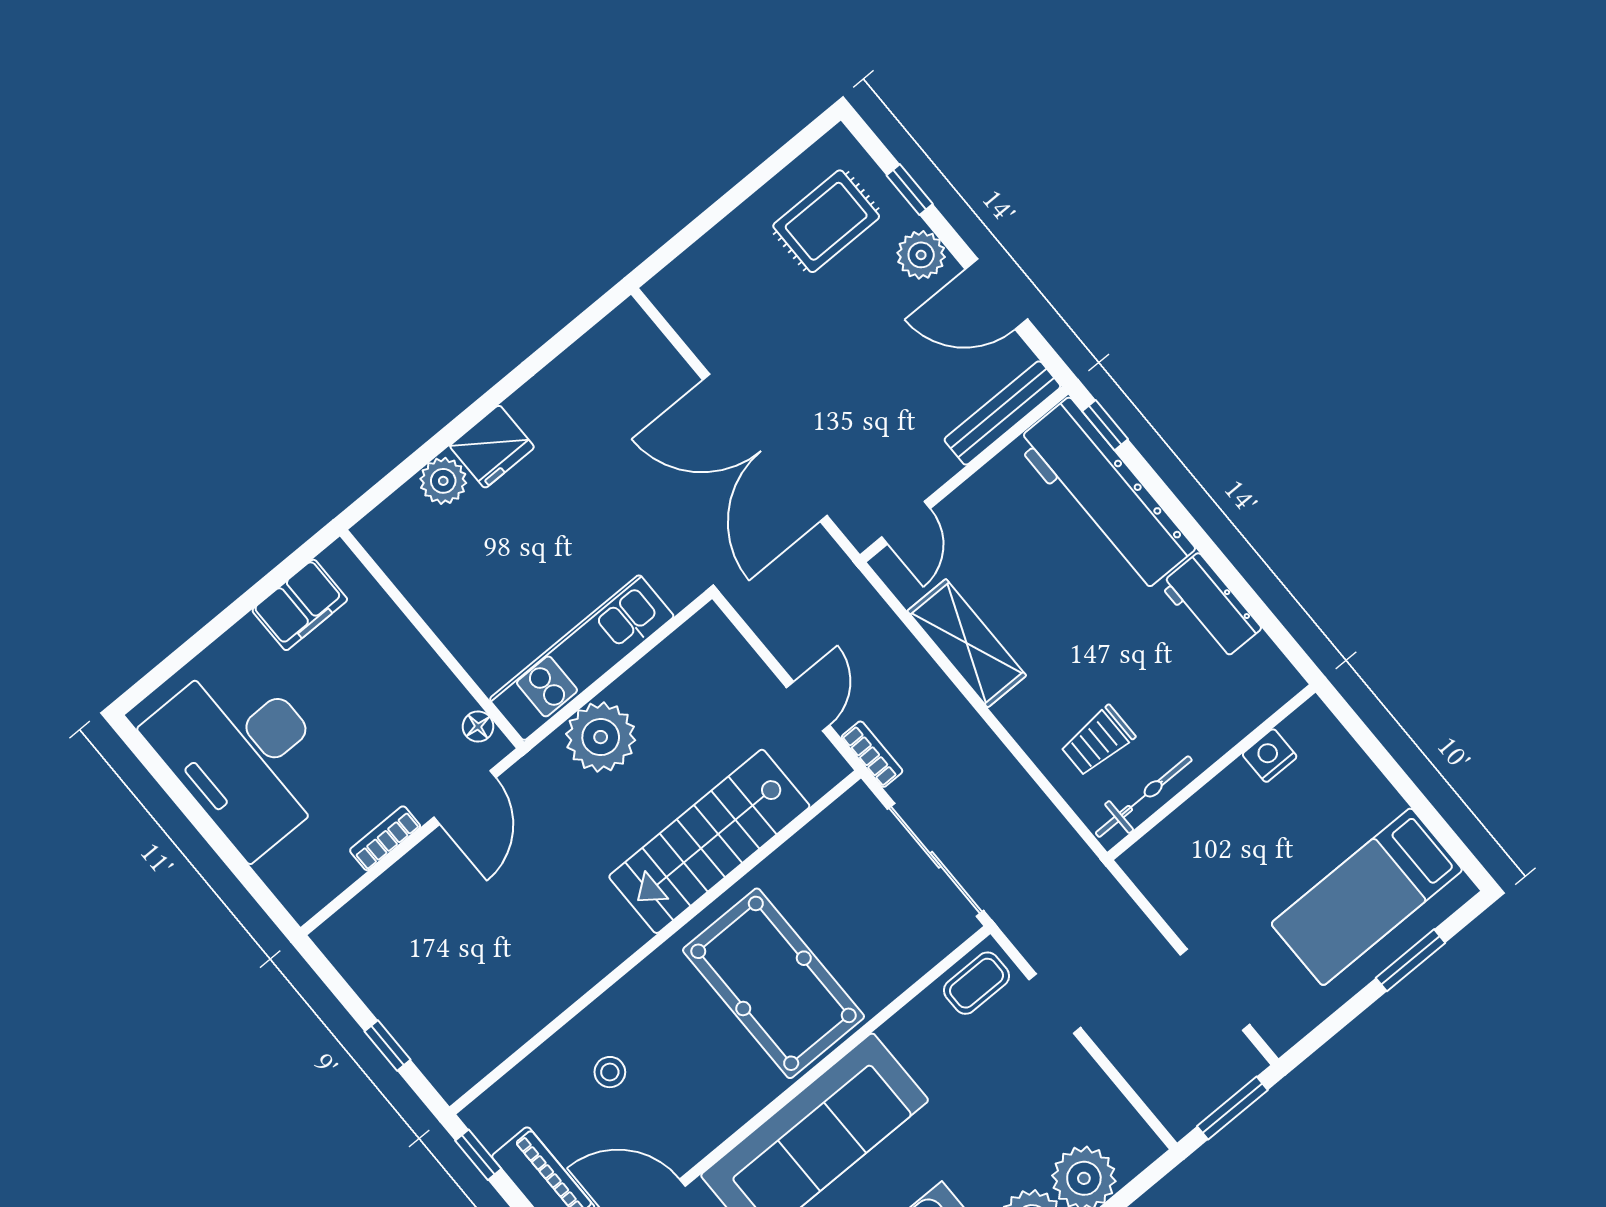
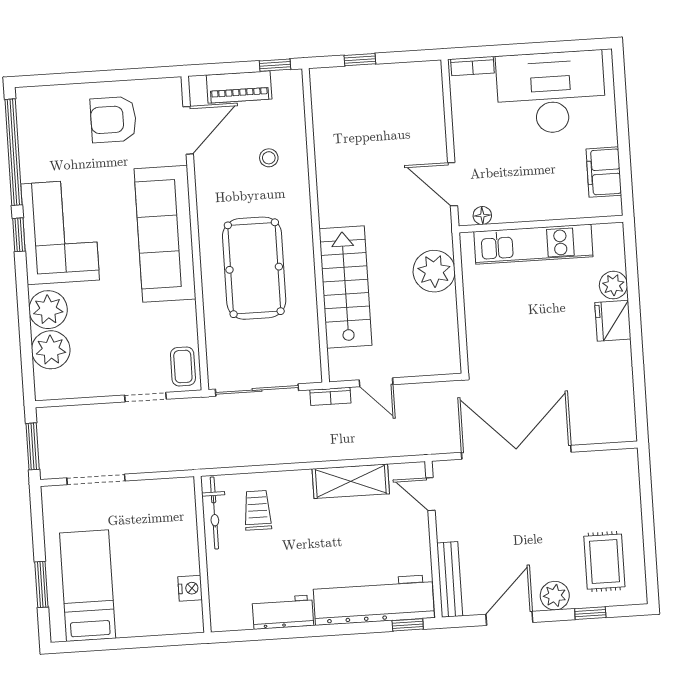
kitchen unit: (582, 658) -> (533, 244), moved, turned 90
bookcase: (385, 838) -> (472, 66), moved, turned 90
pool table: (773, 983) -> (254, 268), turned 90

